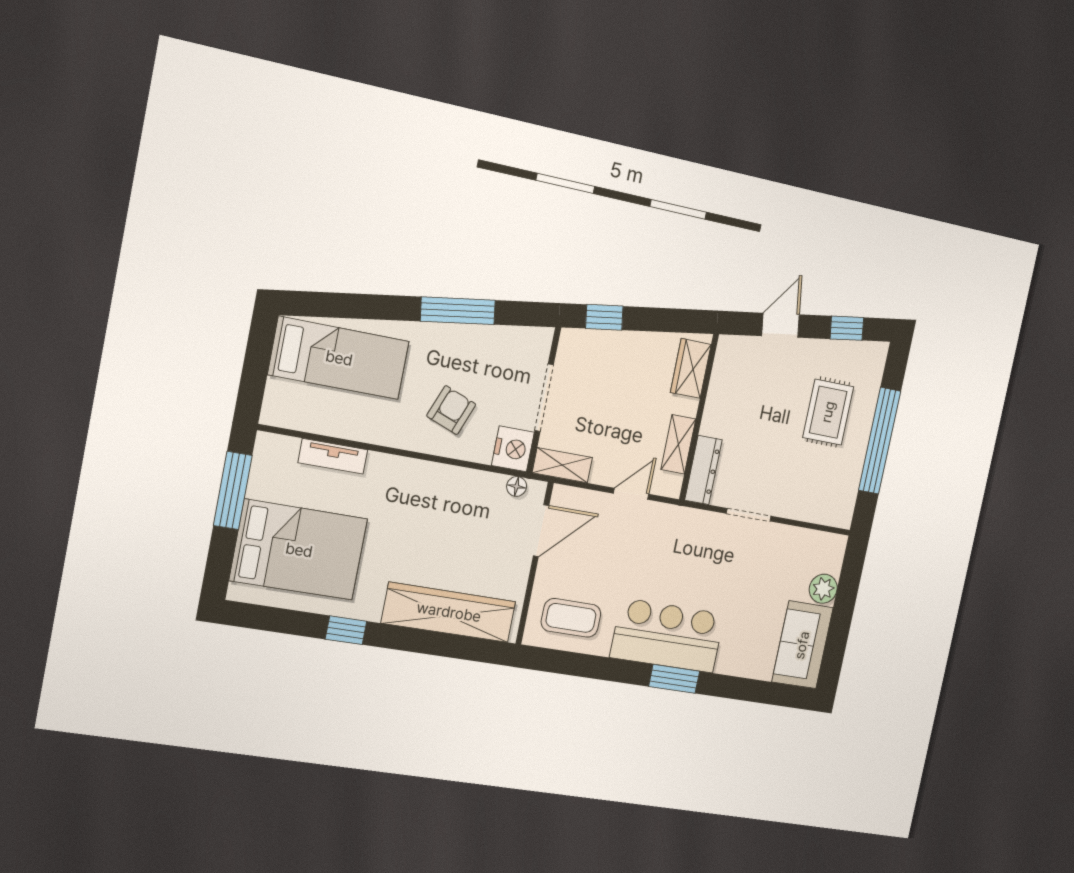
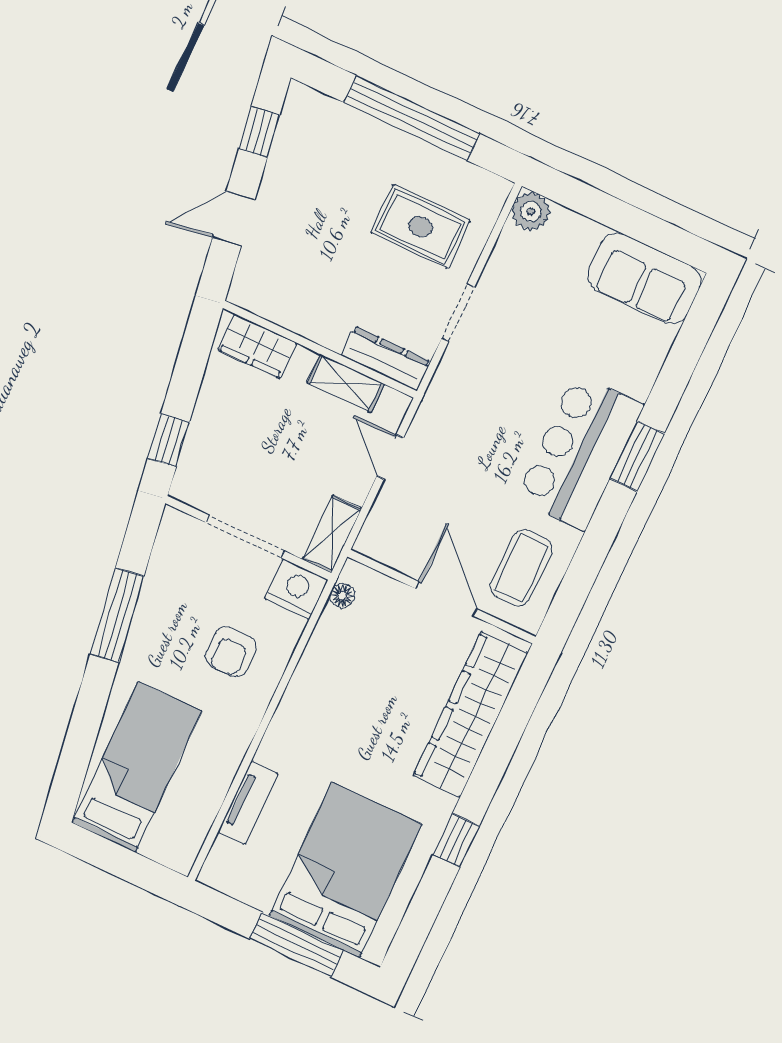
door: (781, 325) -> (234, 219), hinge flipped
armchair: (451, 410) -> (231, 652), turned -111
rug: (828, 412) -> (420, 227), moved
window: (233, 490) -> (297, 945), moved
door: (541, 531) -> (446, 599), moved
plant: (823, 589) -> (531, 212), moved

